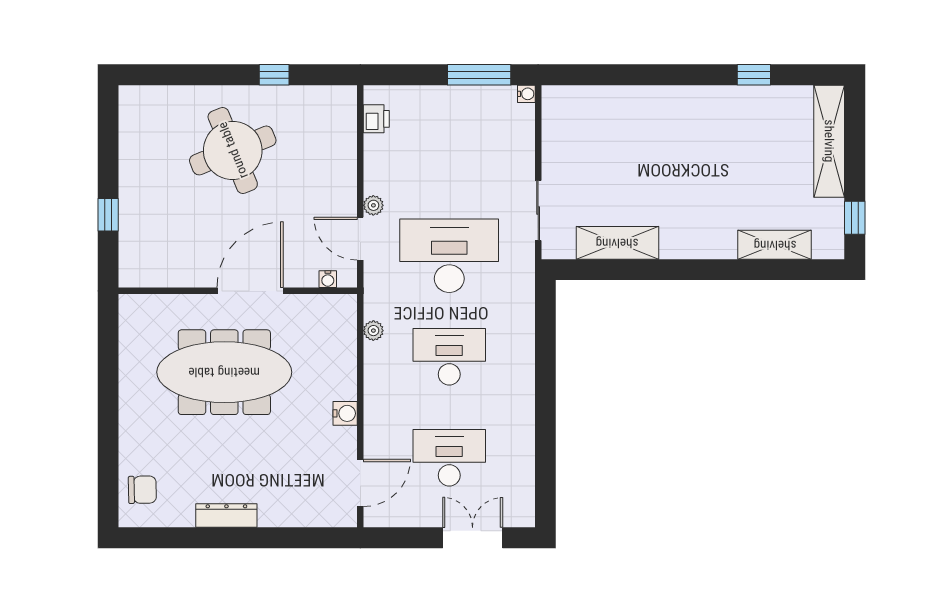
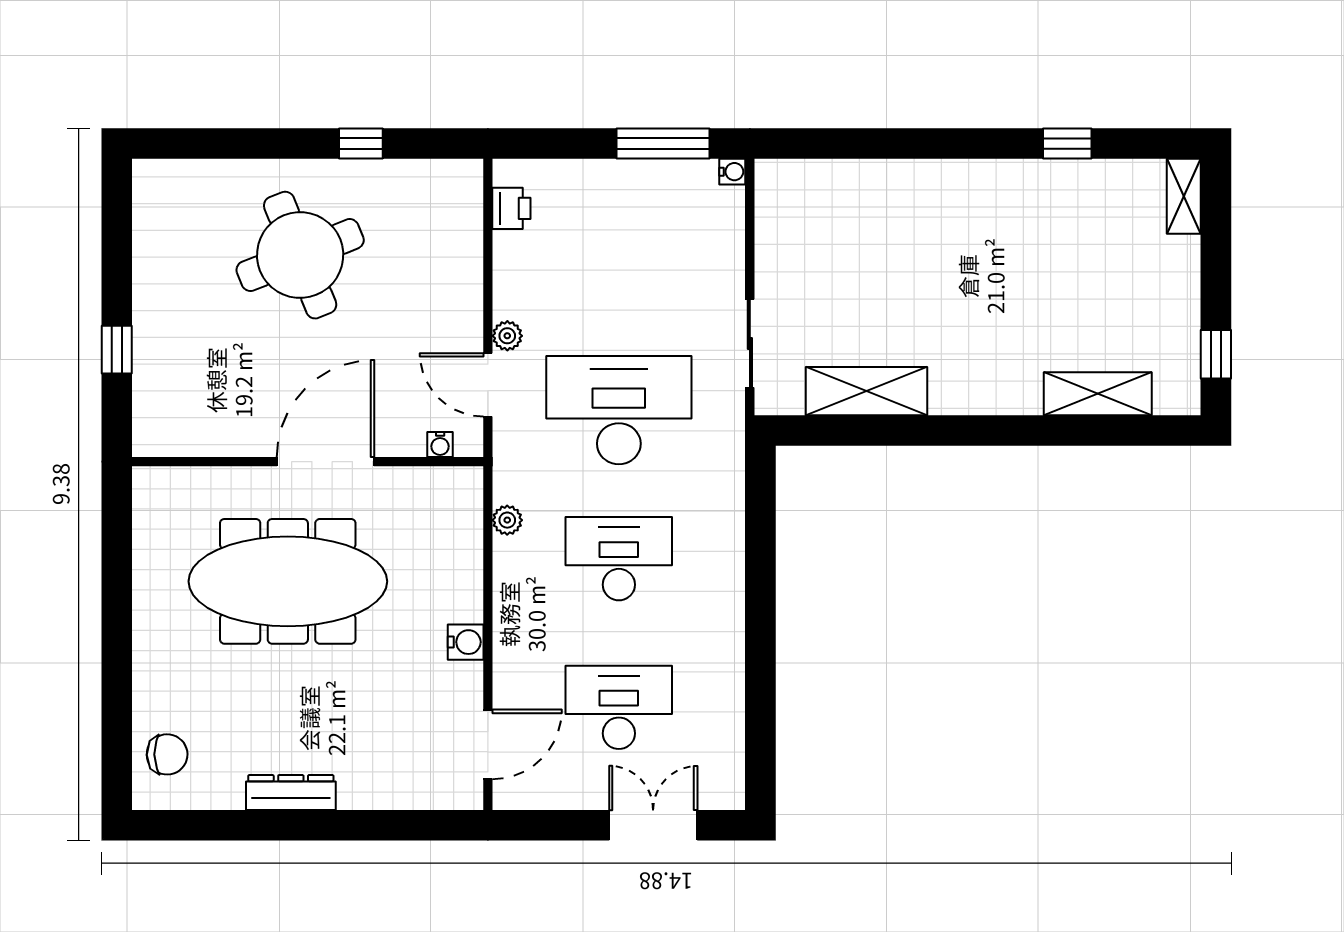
shelving: (829, 141) -> (1184, 196), width x0.45, depth x0.75

